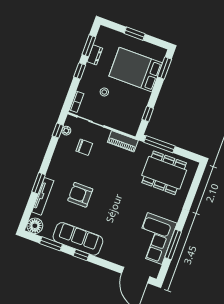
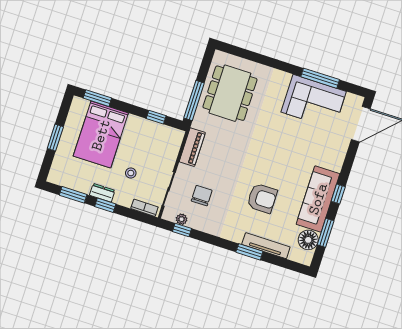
dresser: (95, 55) -> (102, 193), moved
armchair: (80, 195) -> (262, 198), turned -90
floor lamp: (35, 226) -> (308, 240), moved

